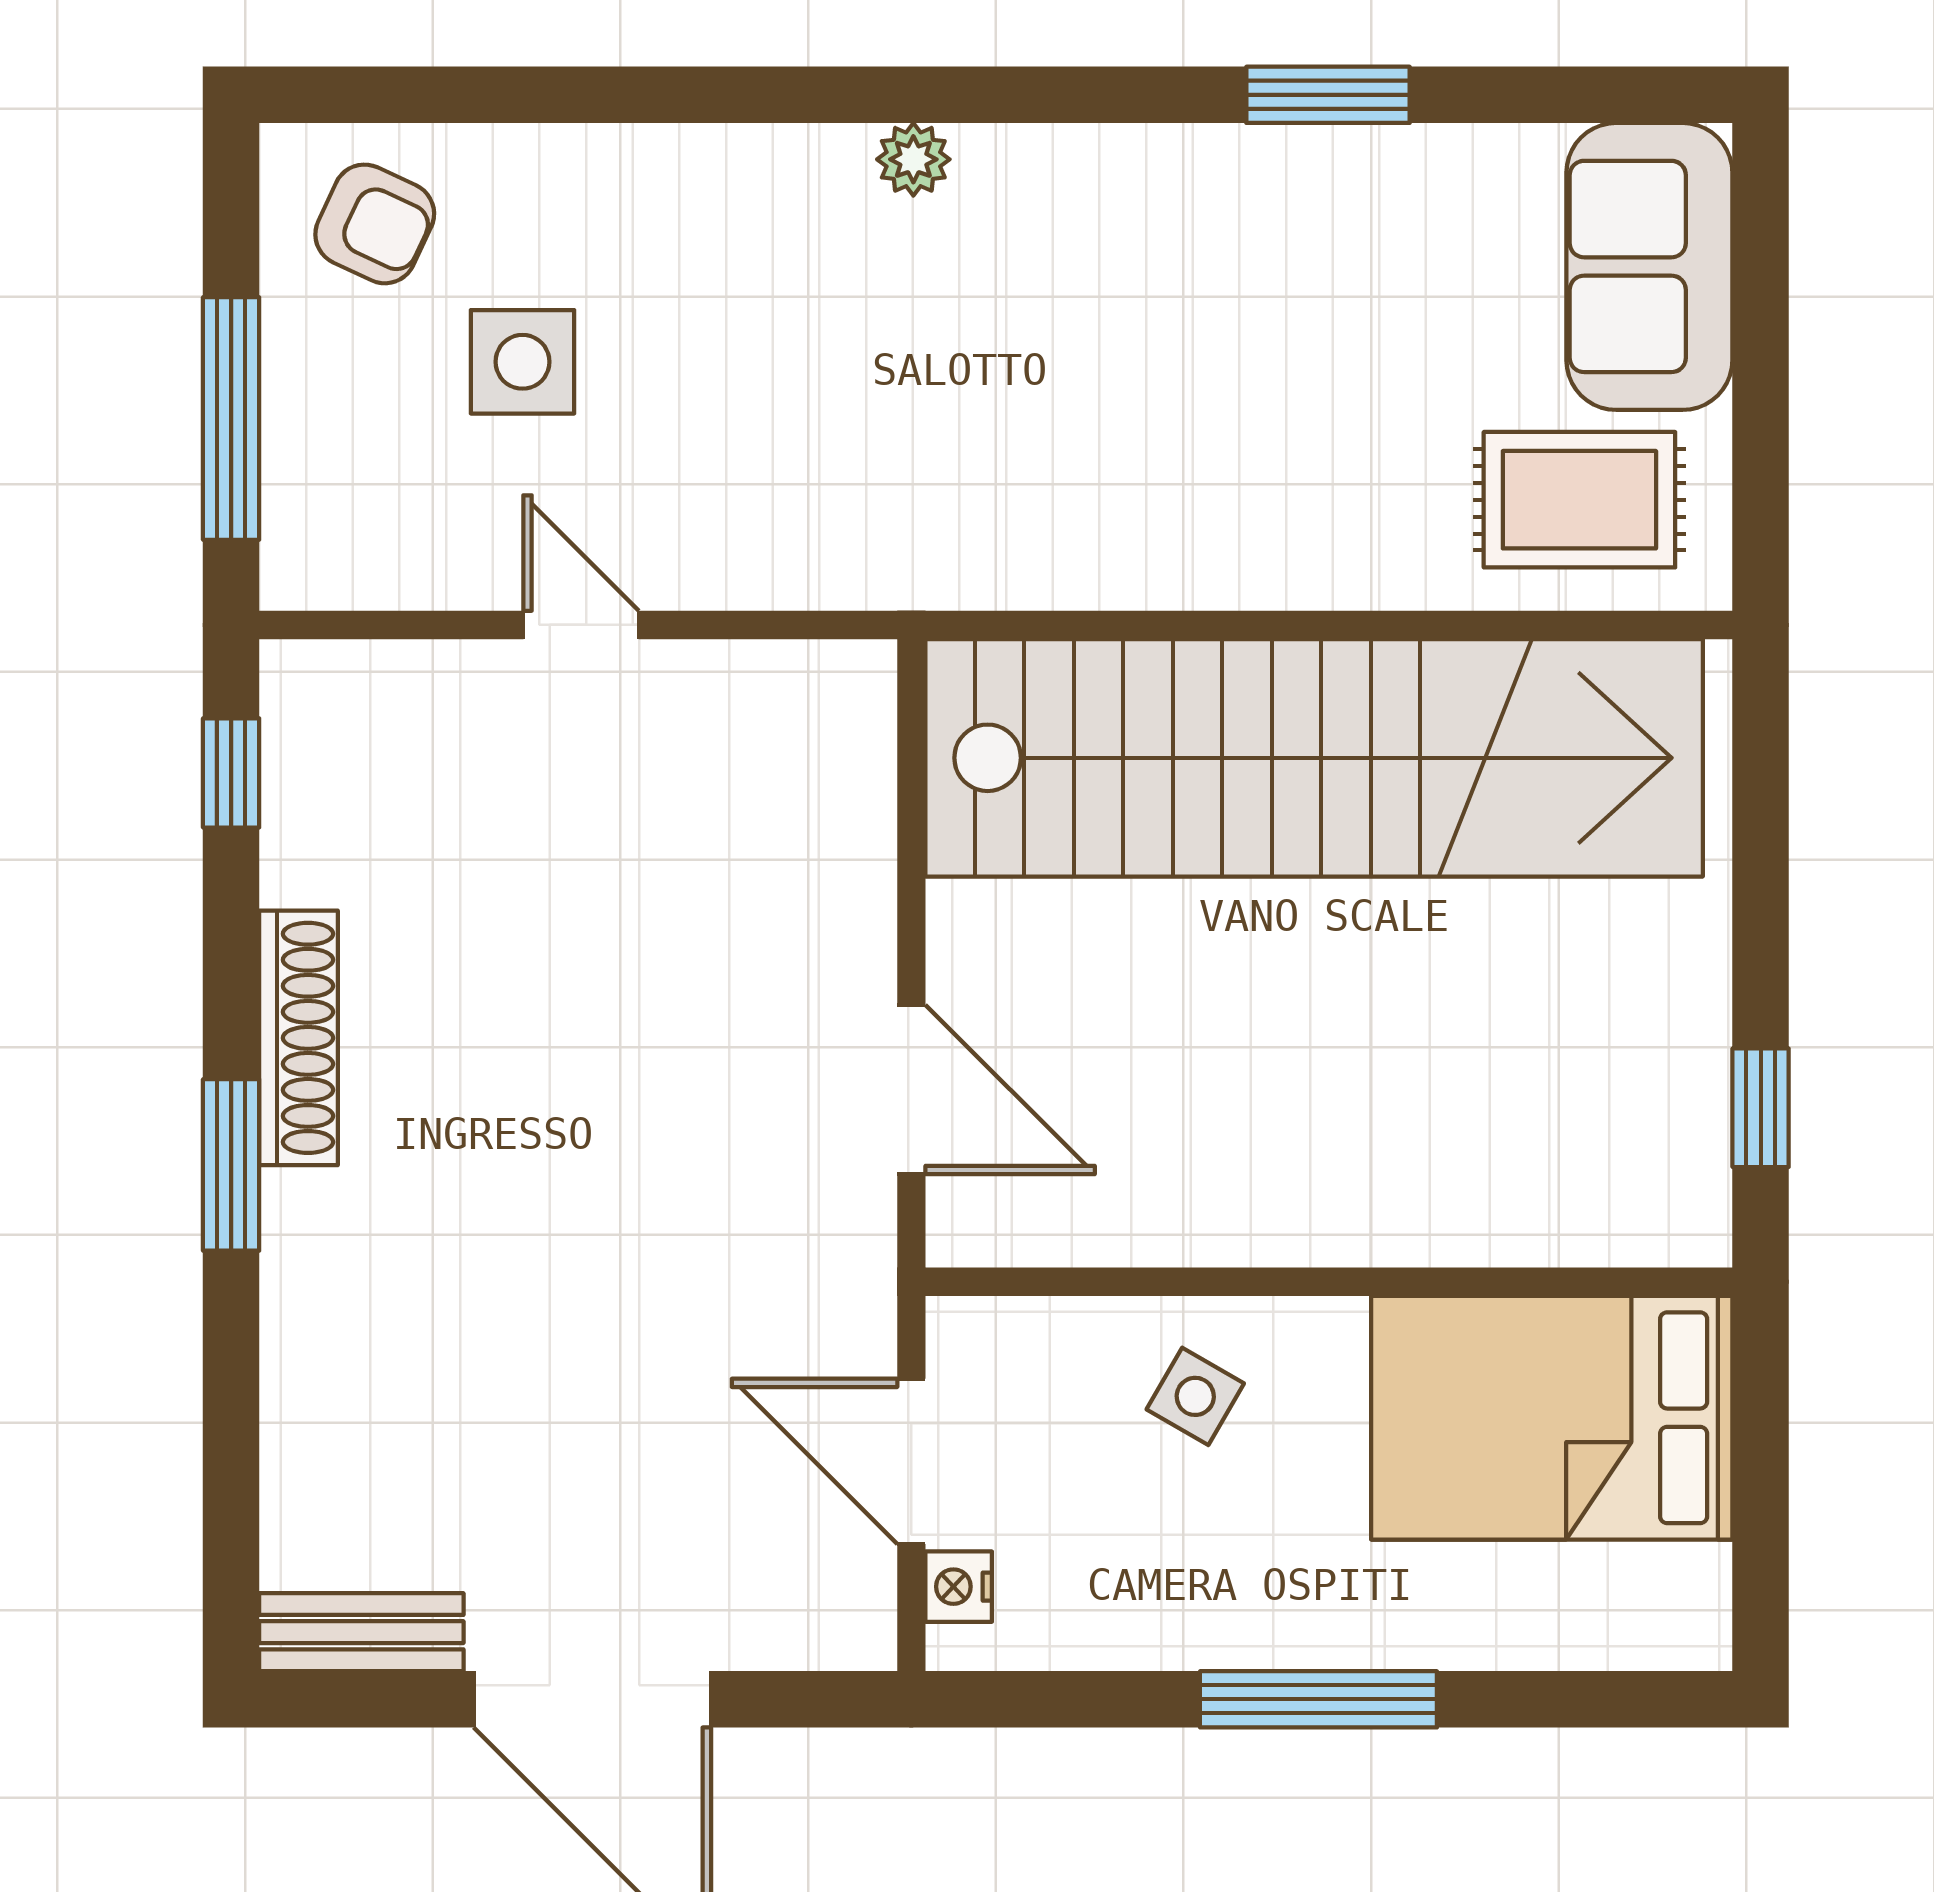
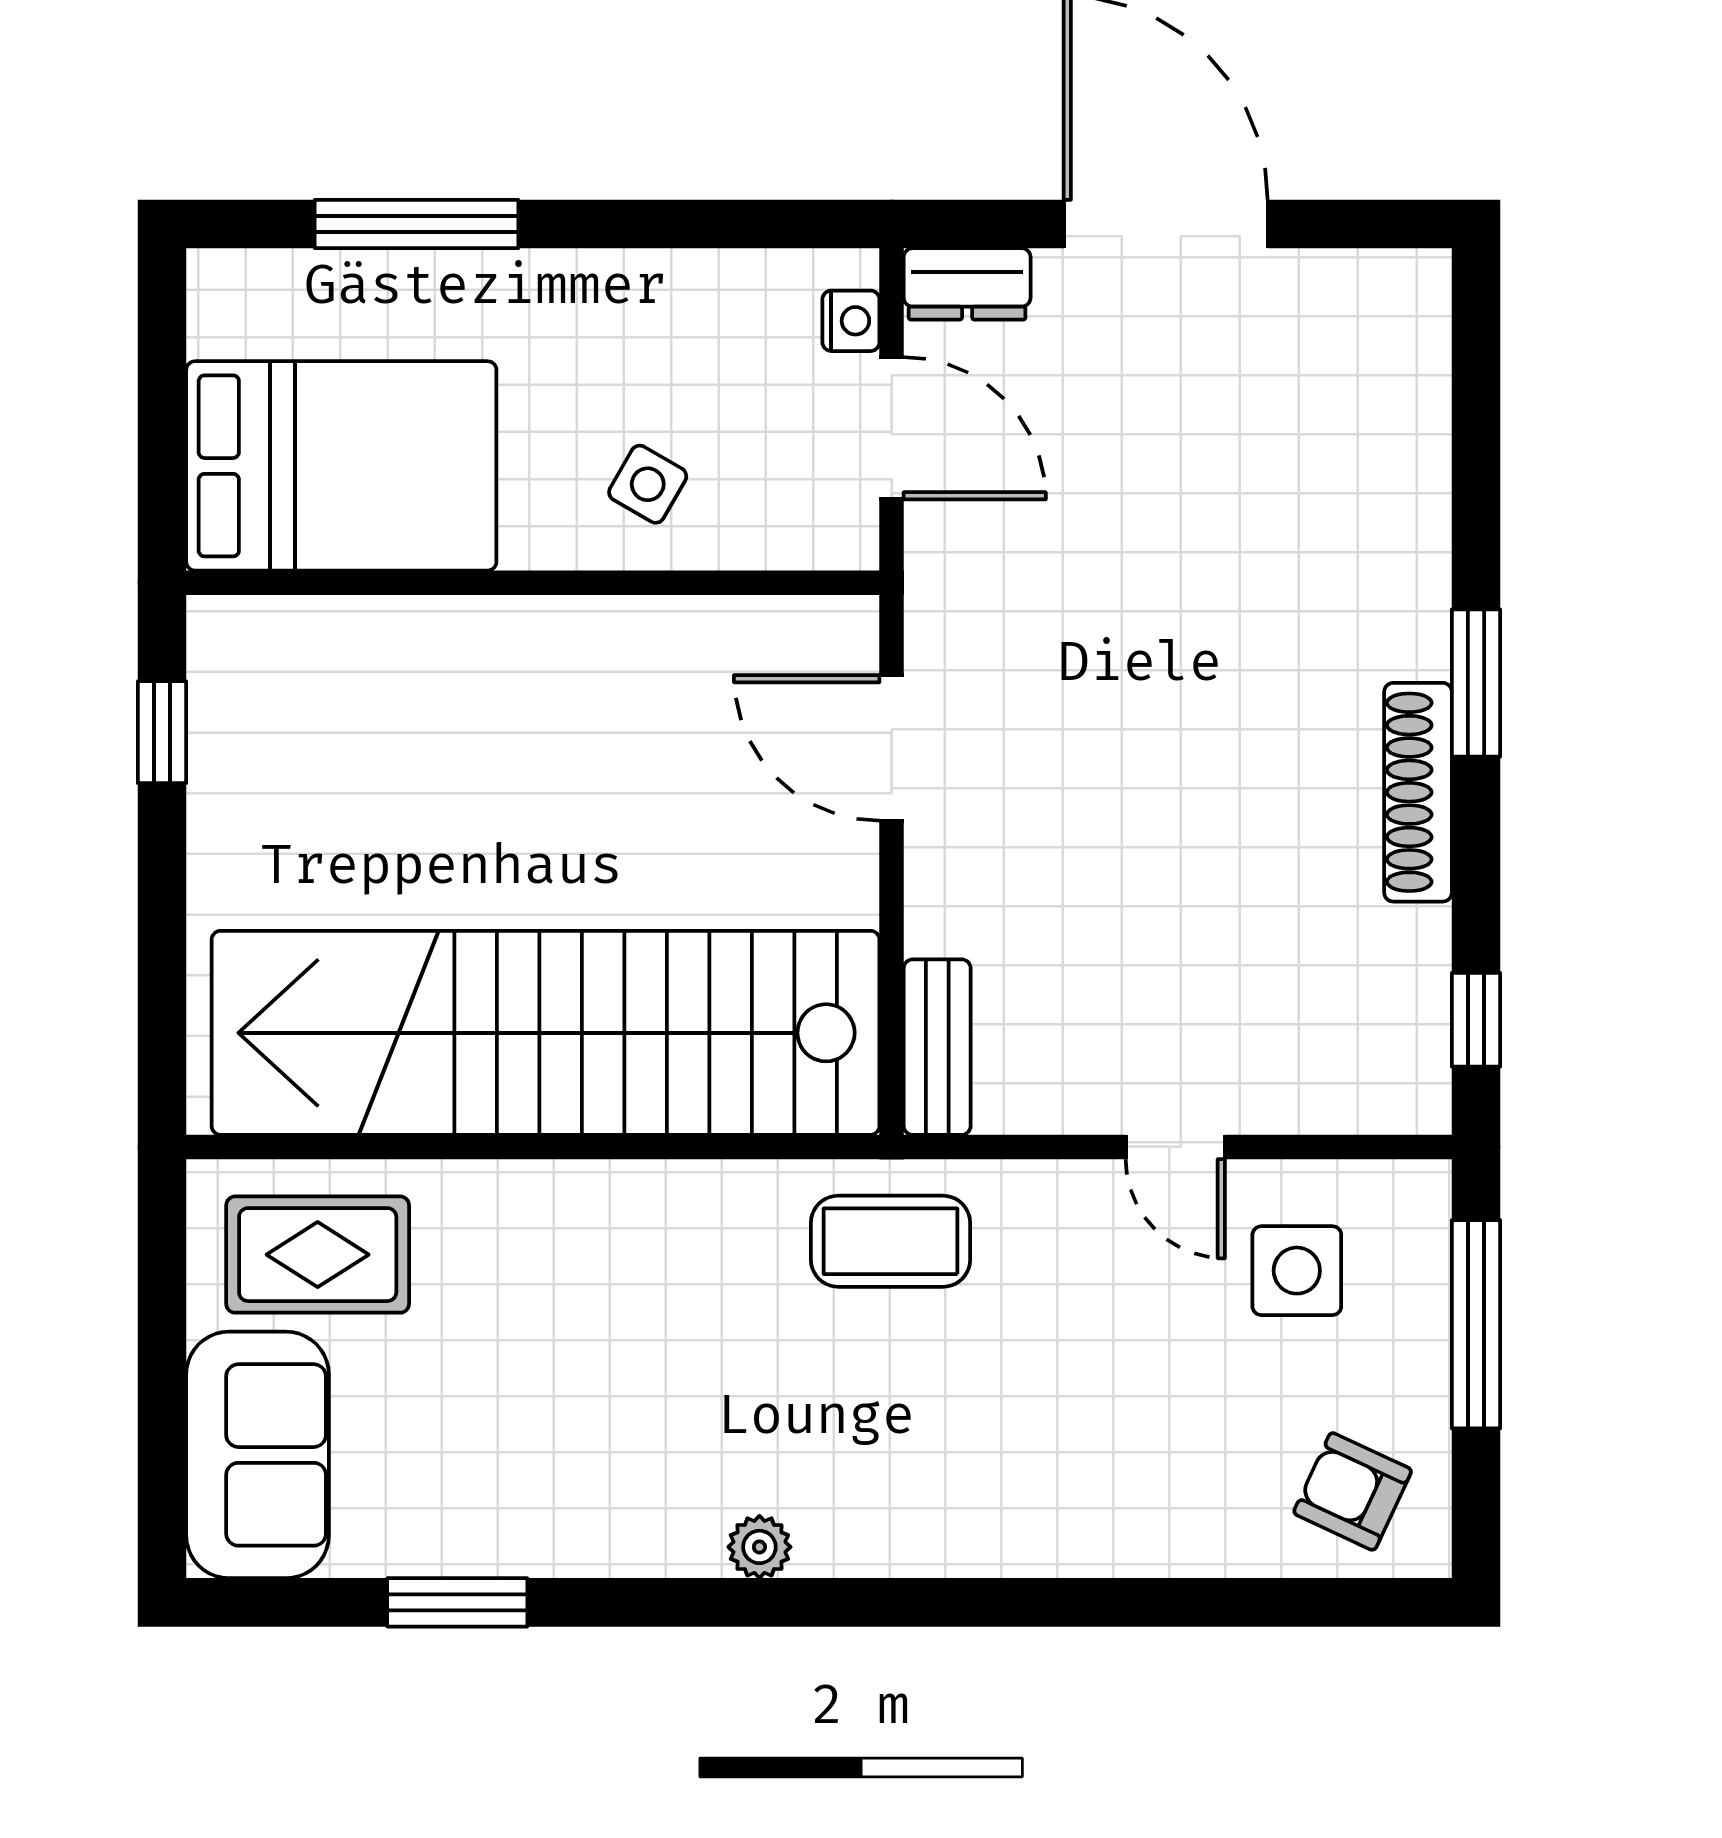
window: (1328, 95) -> (457, 1602), moved
plant: (913, 159) -> (759, 1547), moved
side table: (522, 362) -> (1297, 1271), moved
coffee table: (913, 515) -> (891, 1241), added
dresser: (823, 1630) -> (967, 284), added
bench: (361, 1632) -> (937, 1047), moved, turned 90
window: (1318, 1699) -> (417, 224), moved

